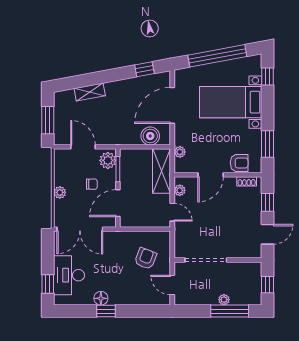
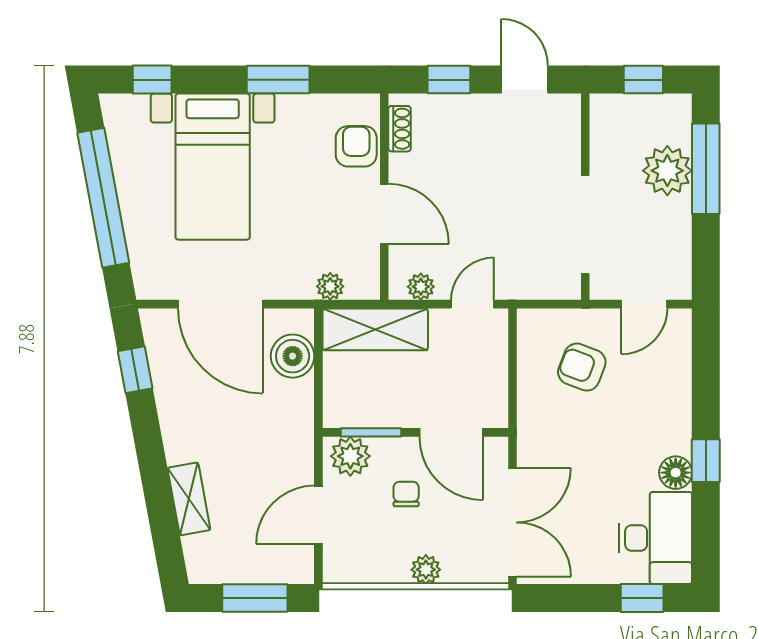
window: (267, 144) -> (278, 80), moved
desk: (69, 275) -> (656, 538), moved, turned -90
plant: (224, 300) -> (667, 171), width x1.87, depth x1.87

